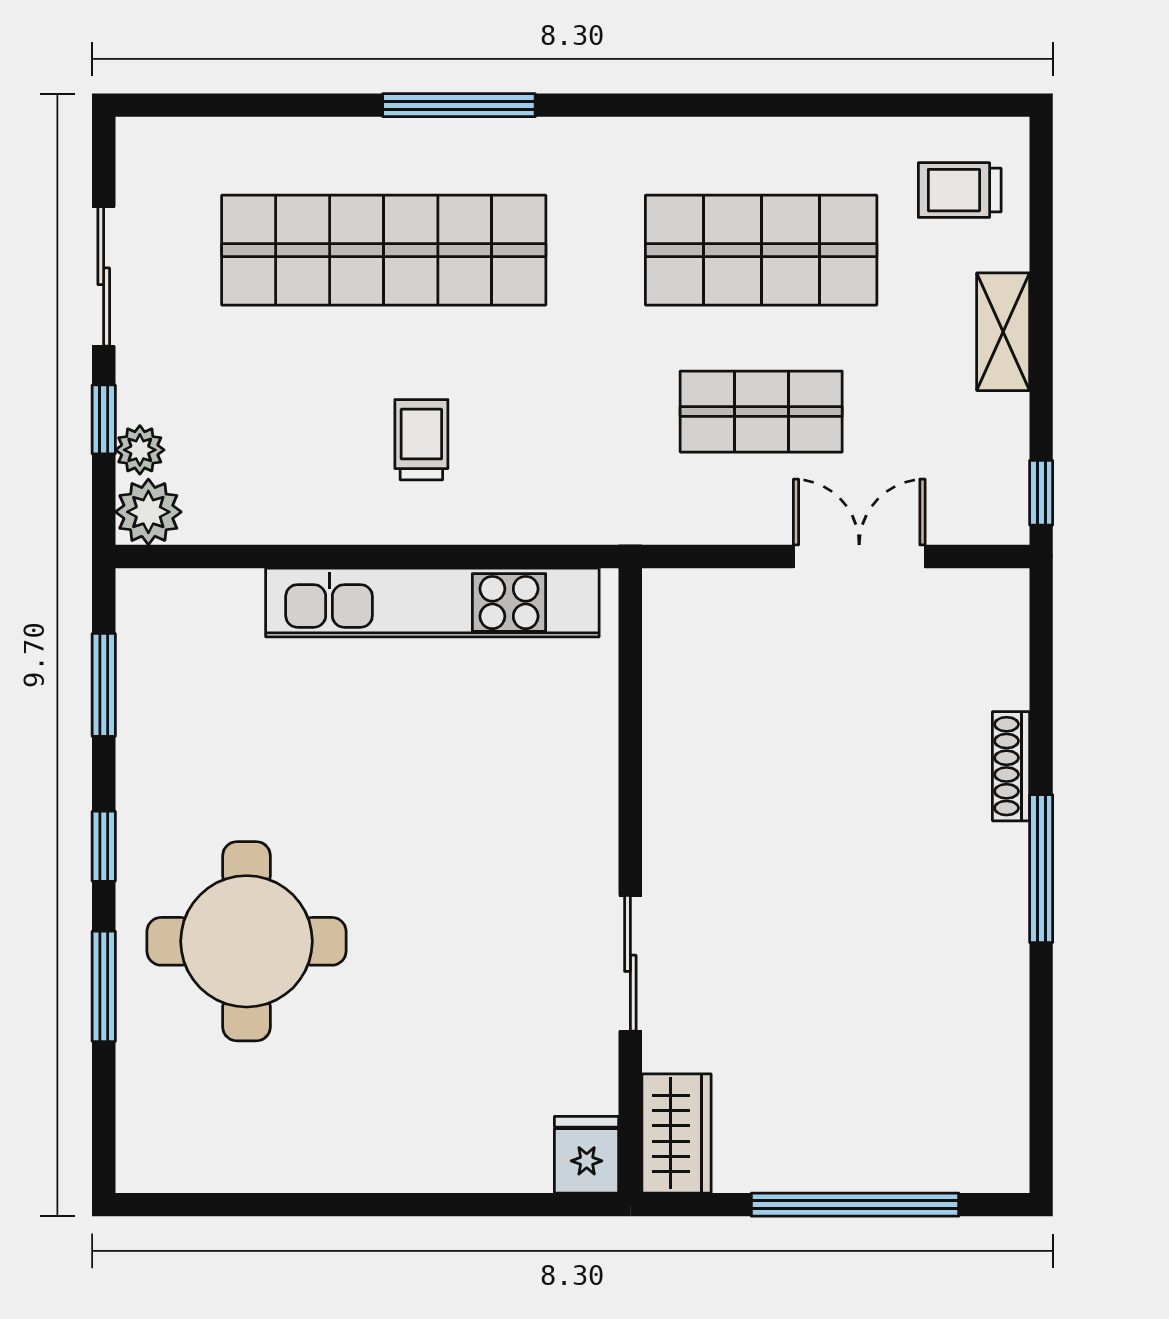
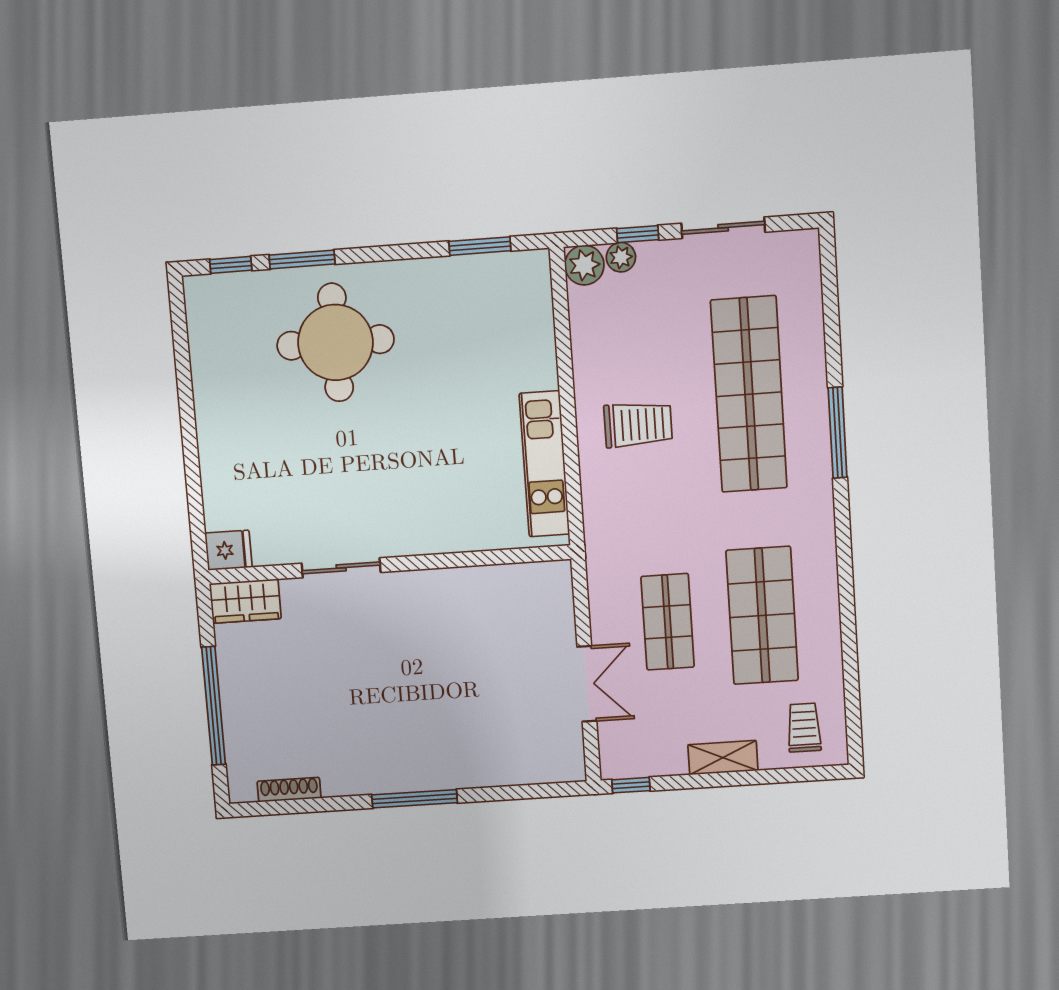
trolley: (421, 440) -> (638, 424), width x1.36, depth x1.39
kitchen unit: (432, 603) -> (544, 464), width x0.73
shoe rack: (1011, 766) -> (289, 790), moved
window: (104, 846) -> (231, 265), moved

